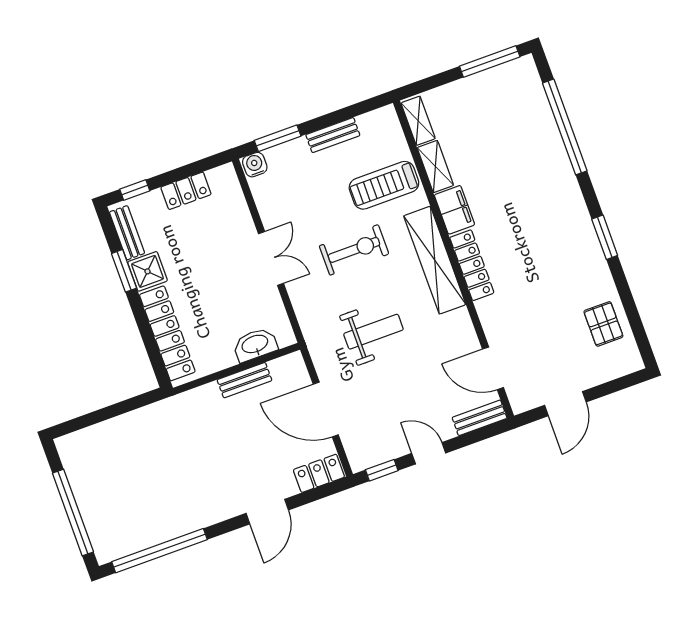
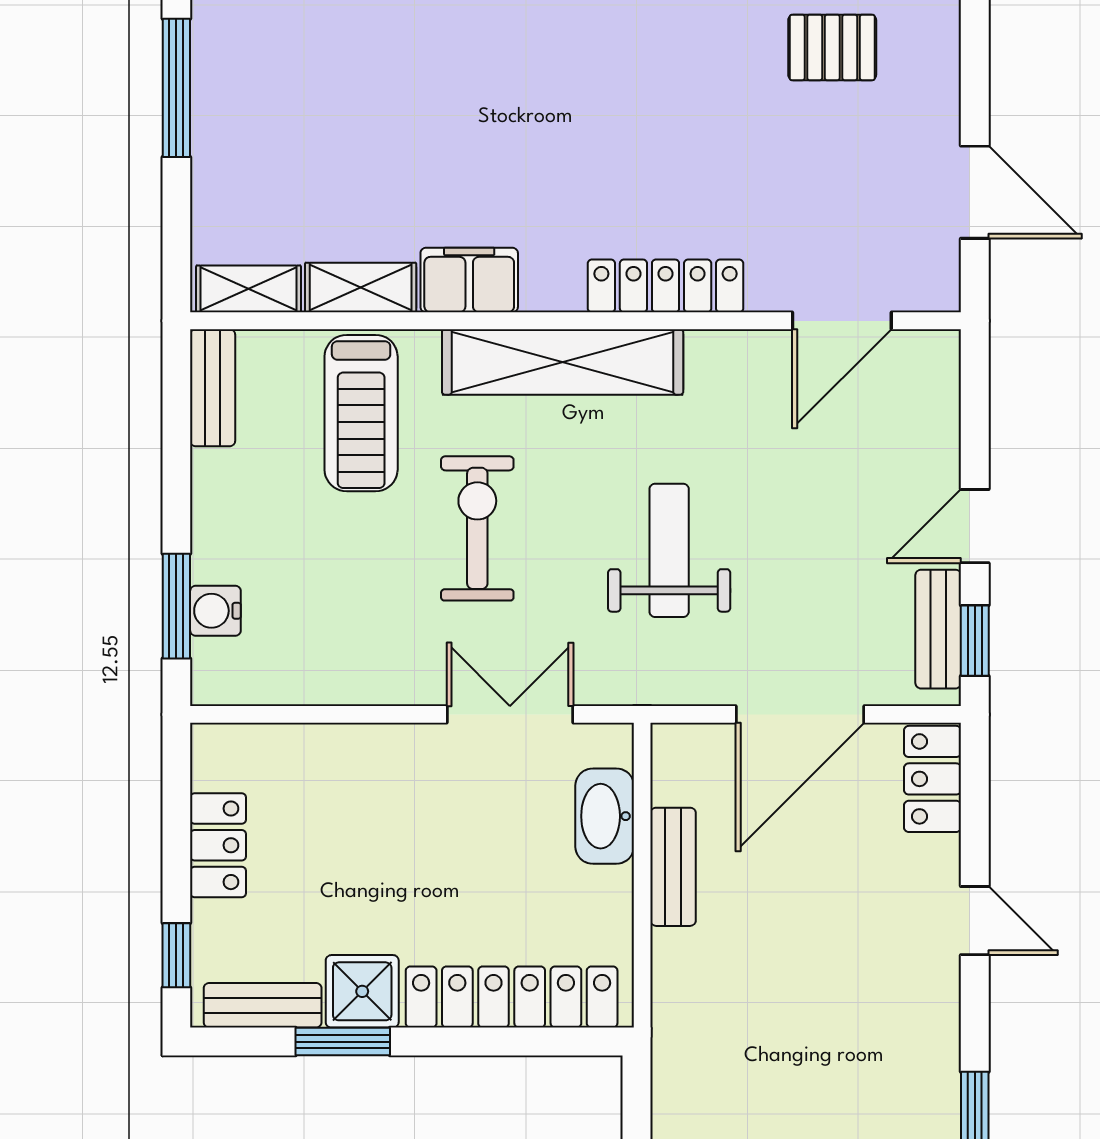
bench: (333, 135) -> (213, 388), moved
water cooler: (255, 165) -> (215, 611), moved
double door: (271, 259) -> (510, 714), moved
locker: (472, 265) -> (666, 286), moved
bench: (480, 418) -> (938, 629), moved
door: (267, 512) -> (975, 921), width x0.73

